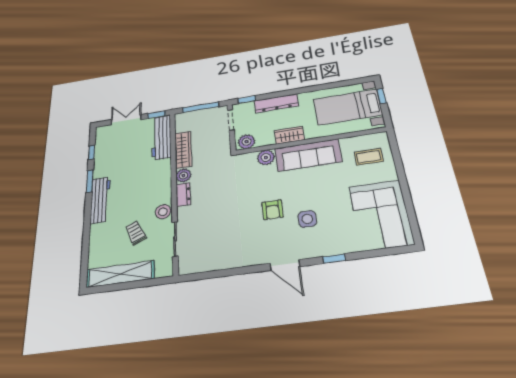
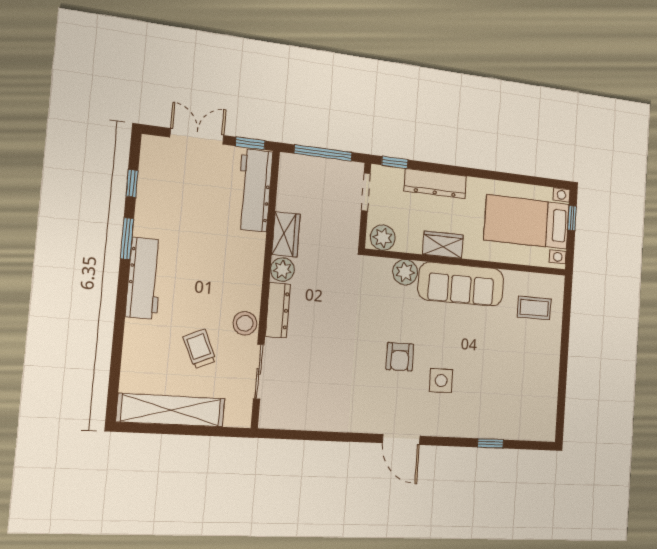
wardrobe: (183, 150) -> (286, 234), width x0.67
dresser: (183, 194) -> (278, 310), width x1.44
corner sofa: (381, 215) -> (528, 395), removed
window: (334, 259) -> (490, 443), moved

